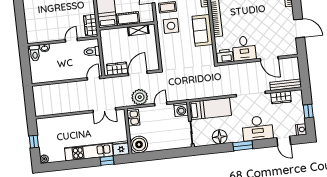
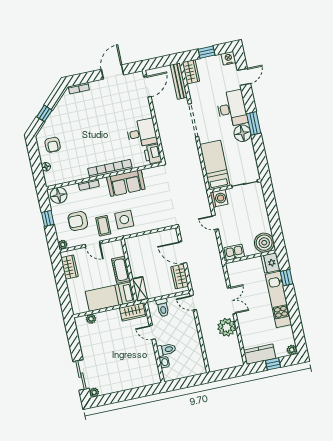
shelving: (138, 30) -> (140, 289), moved
toilet: (35, 53) -> (166, 350), moved
door: (269, 59) -> (147, 87), moved
plant: (140, 97) -> (227, 327), moved
wardrobe: (281, 97) -> (191, 72), moved
double door: (104, 110) -> (232, 301), moved
kitchen counter: (43, 131) -> (260, 354), added
floor lamp: (220, 137) -> (242, 133), moved

